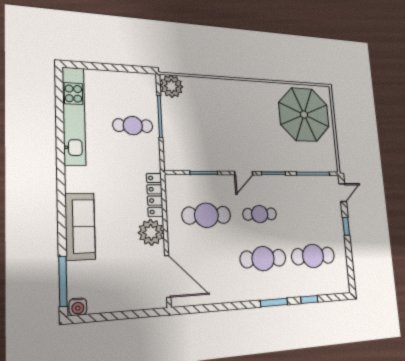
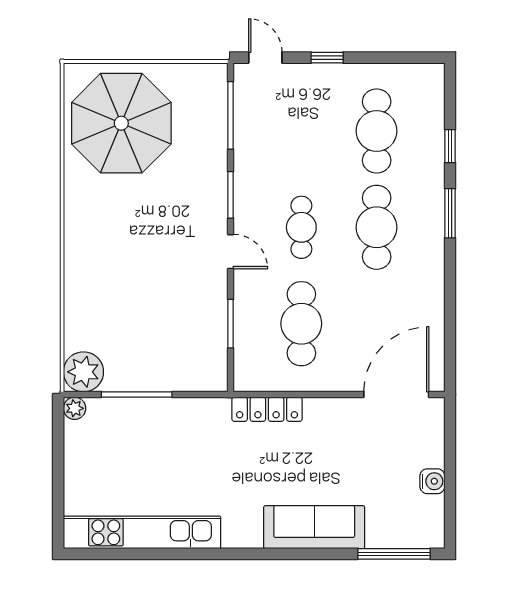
cafe table: (133, 126) -> (154, 440), removed
plant: (151, 232) -> (75, 408), moved, width x0.53, depth x0.53
water cooler: (78, 307) -> (432, 481), moved

